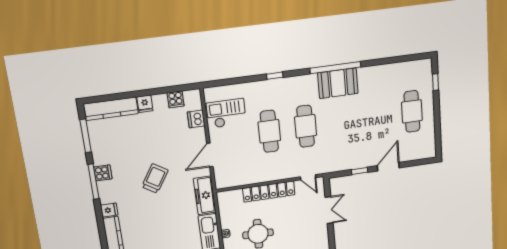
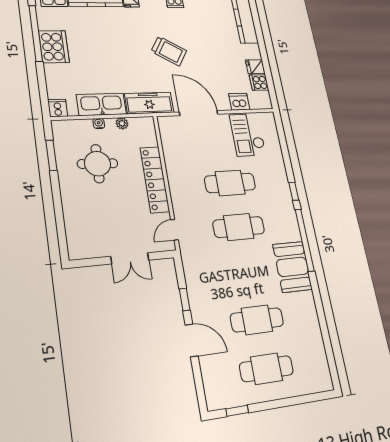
window: (335, 68) -> (305, 240), moved
window: (435, 82) -> (237, 411), moved
fridge: (145, 104) -> (255, 67), moved
checkout: (226, 113) -> (248, 135), turned 180
cafe table: (377, 116) -> (257, 320), added
door: (210, 155) -> (199, 113), width x1.36
plant: (224, 216) -> (122, 123), added

